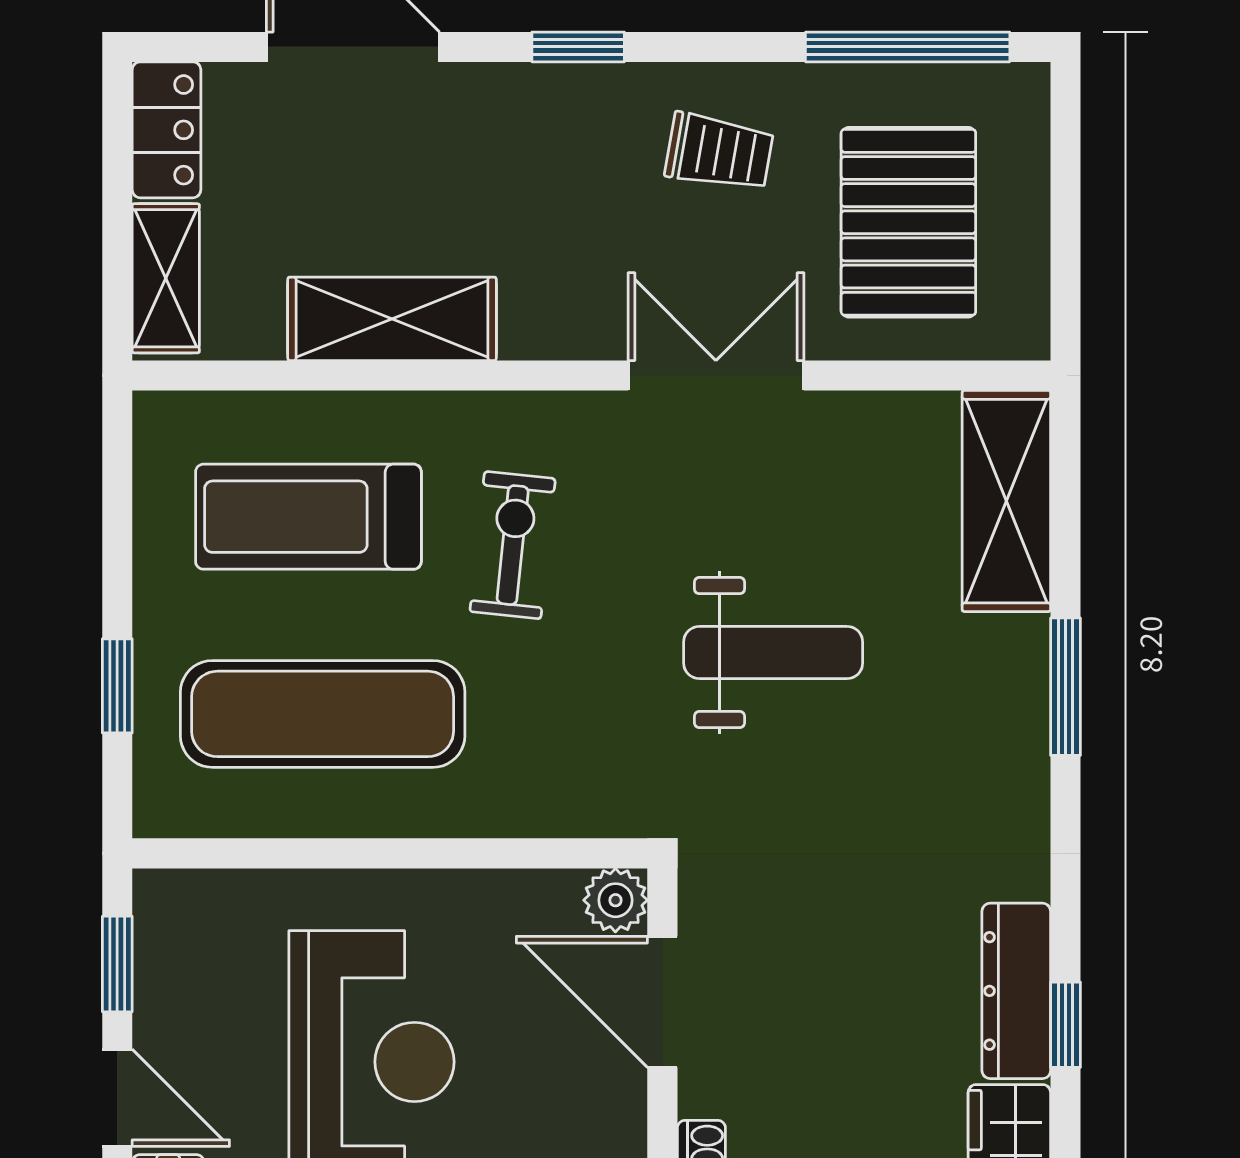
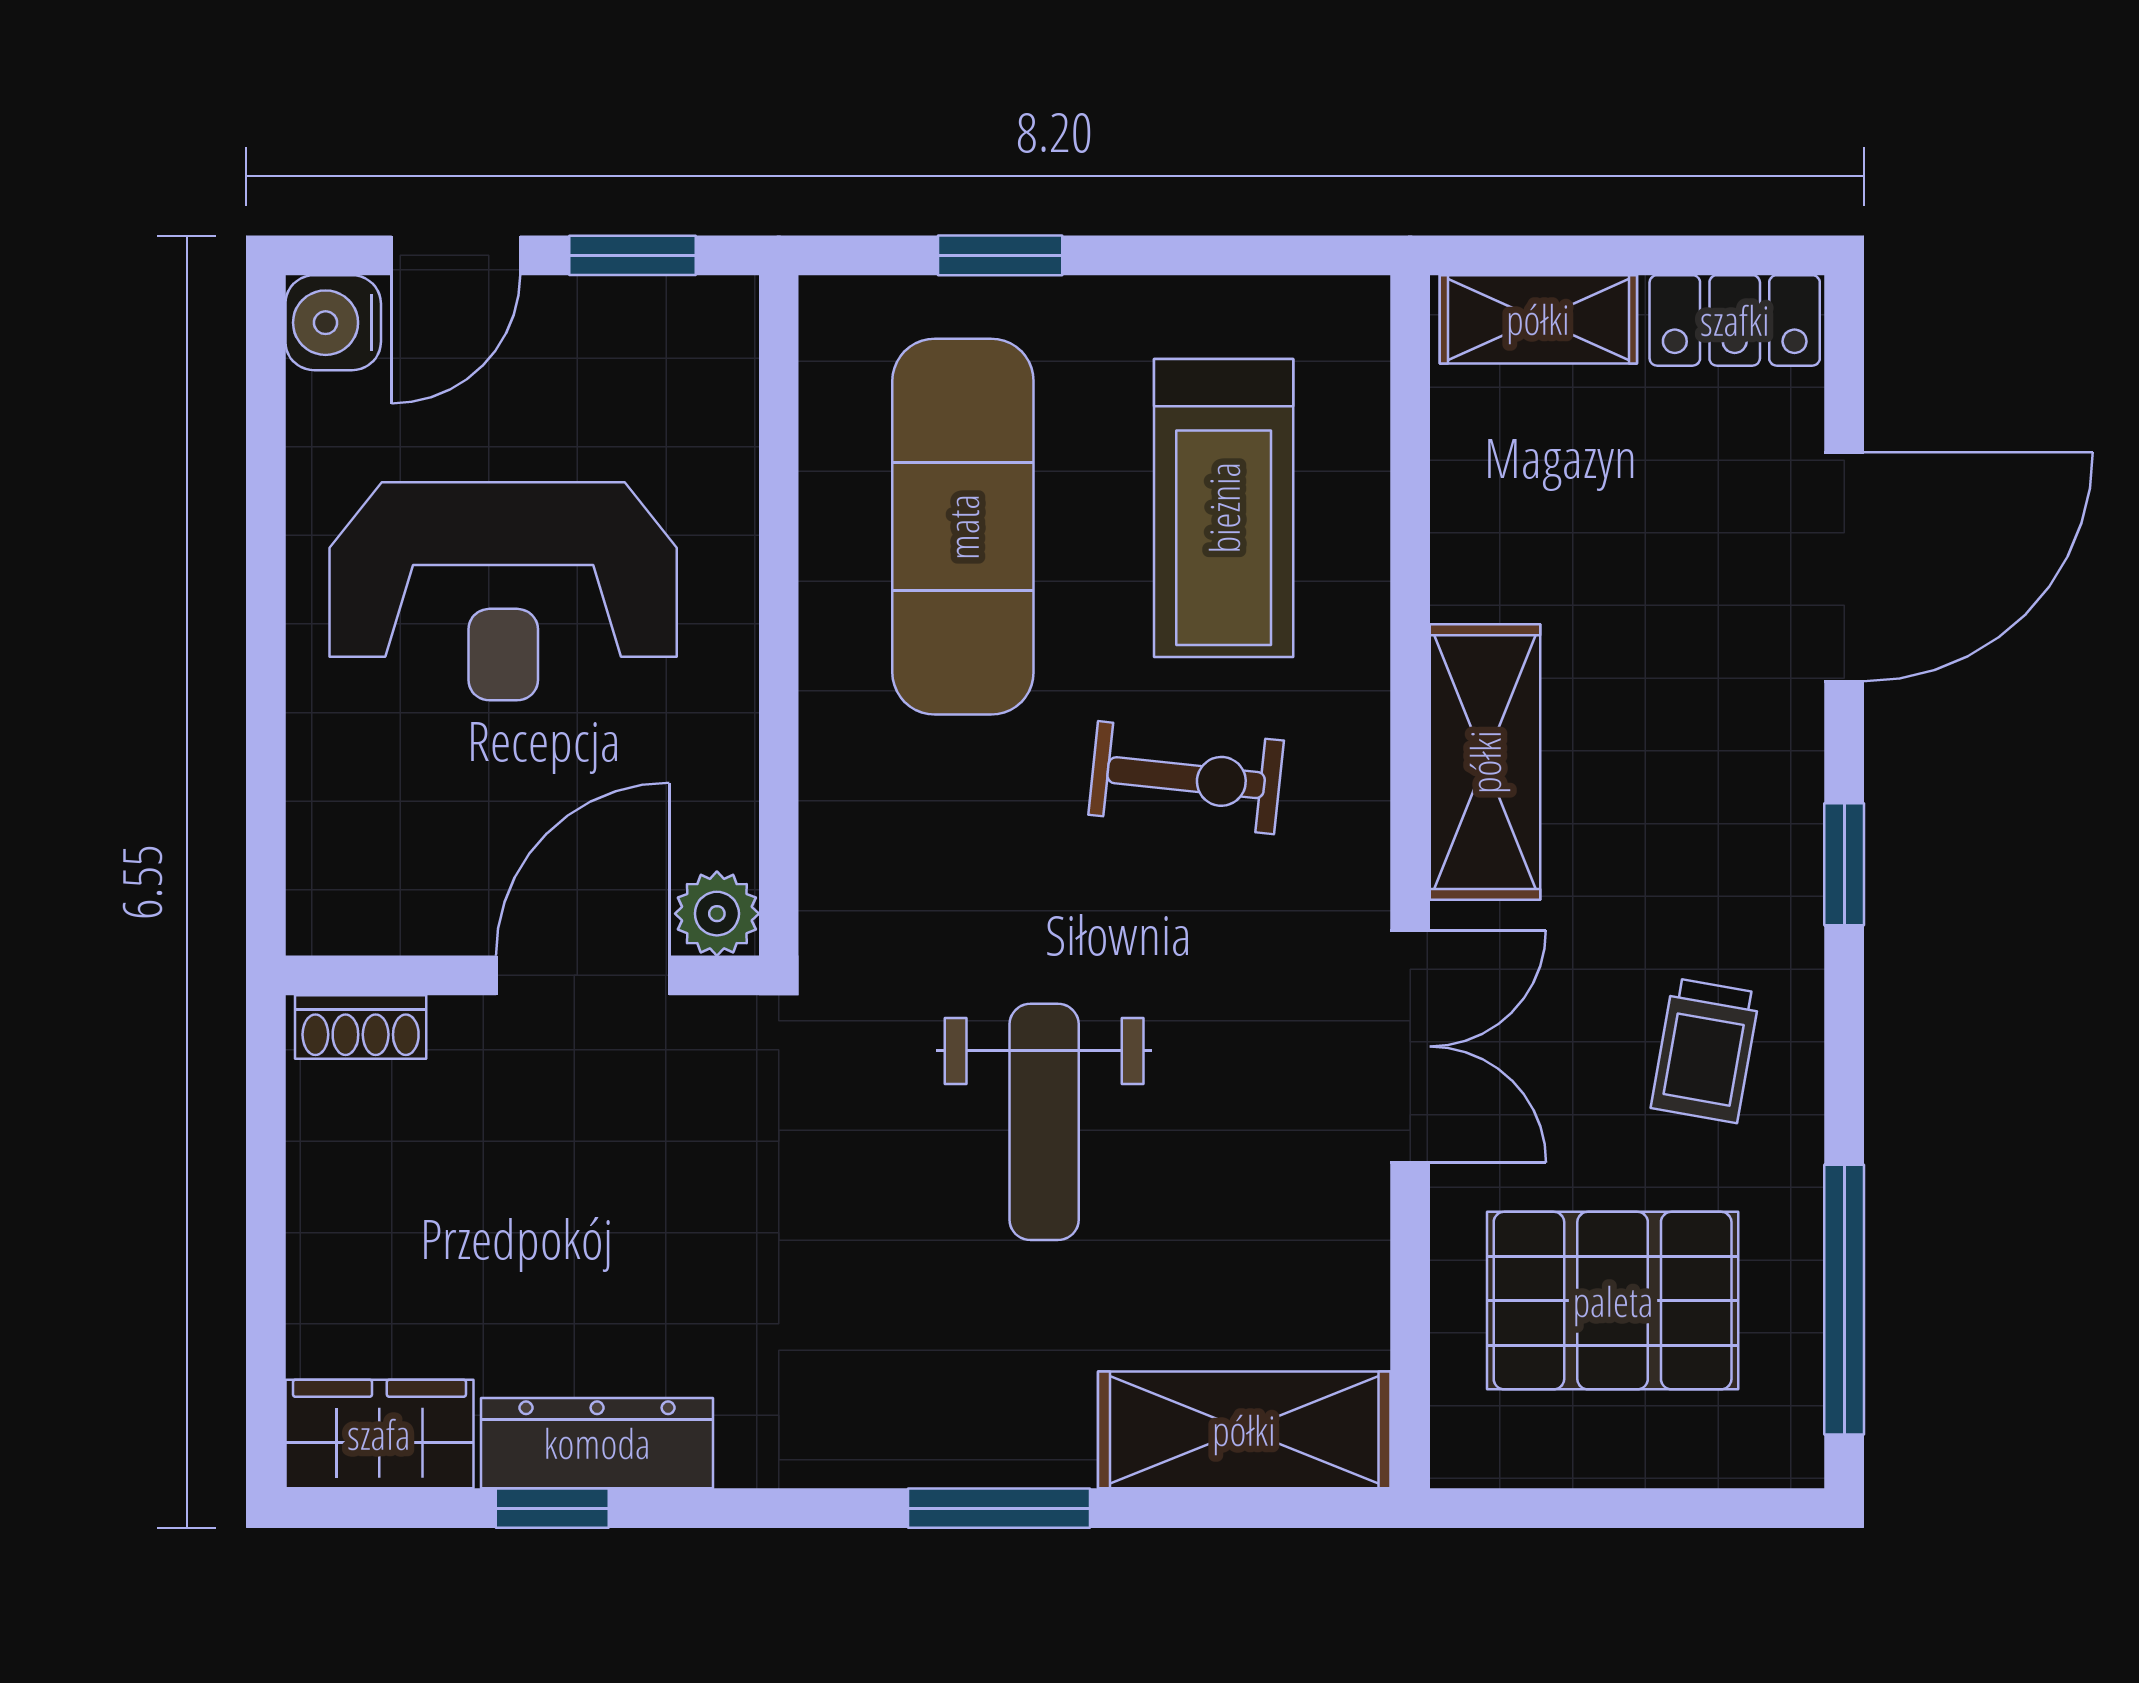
shelving: (392, 319) -> (1485, 762), moved
treadmill: (308, 517) -> (1224, 508), turned 180

